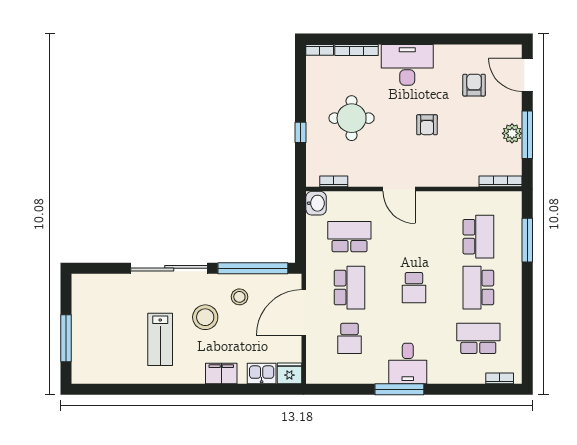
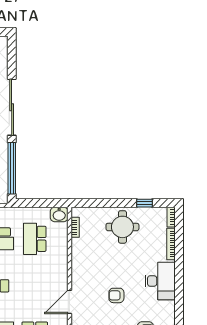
round table: (352, 118) -> (122, 227), moved
window: (301, 132) -> (144, 203), moved
door: (399, 189) -> (69, 302), moved
school desk: (349, 237) -> (35, 239), turned 180

